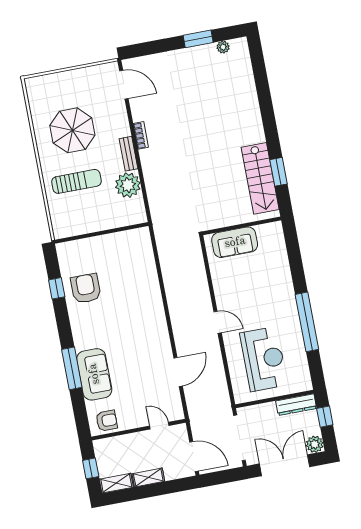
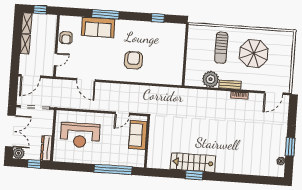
wall: (242, 226) -> (147, 142), moved
sofa: (235, 242) -> (138, 135), moved
armchair: (86, 288) -> (133, 60), moved, turned -90
door: (218, 322) -> (122, 113), moved
window: (307, 322) -> (113, 169), moved
armchair: (107, 421) -> (66, 38), moved

